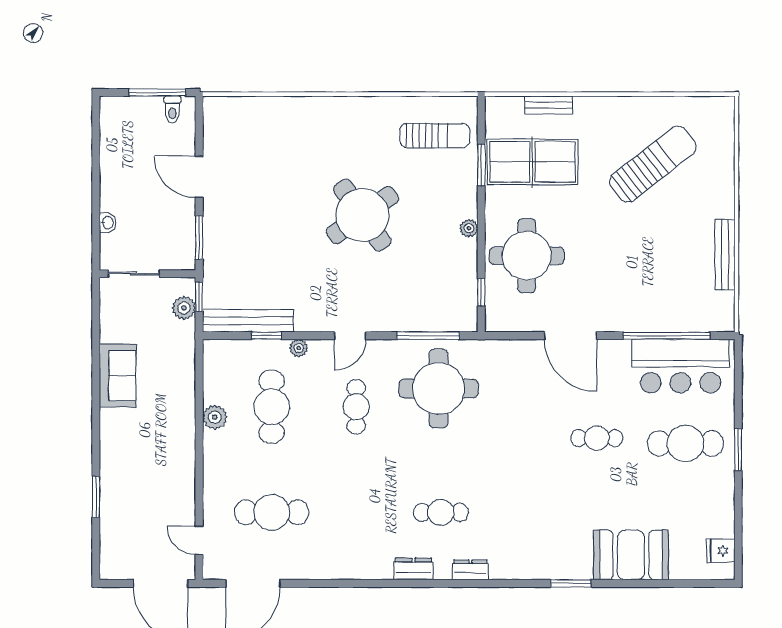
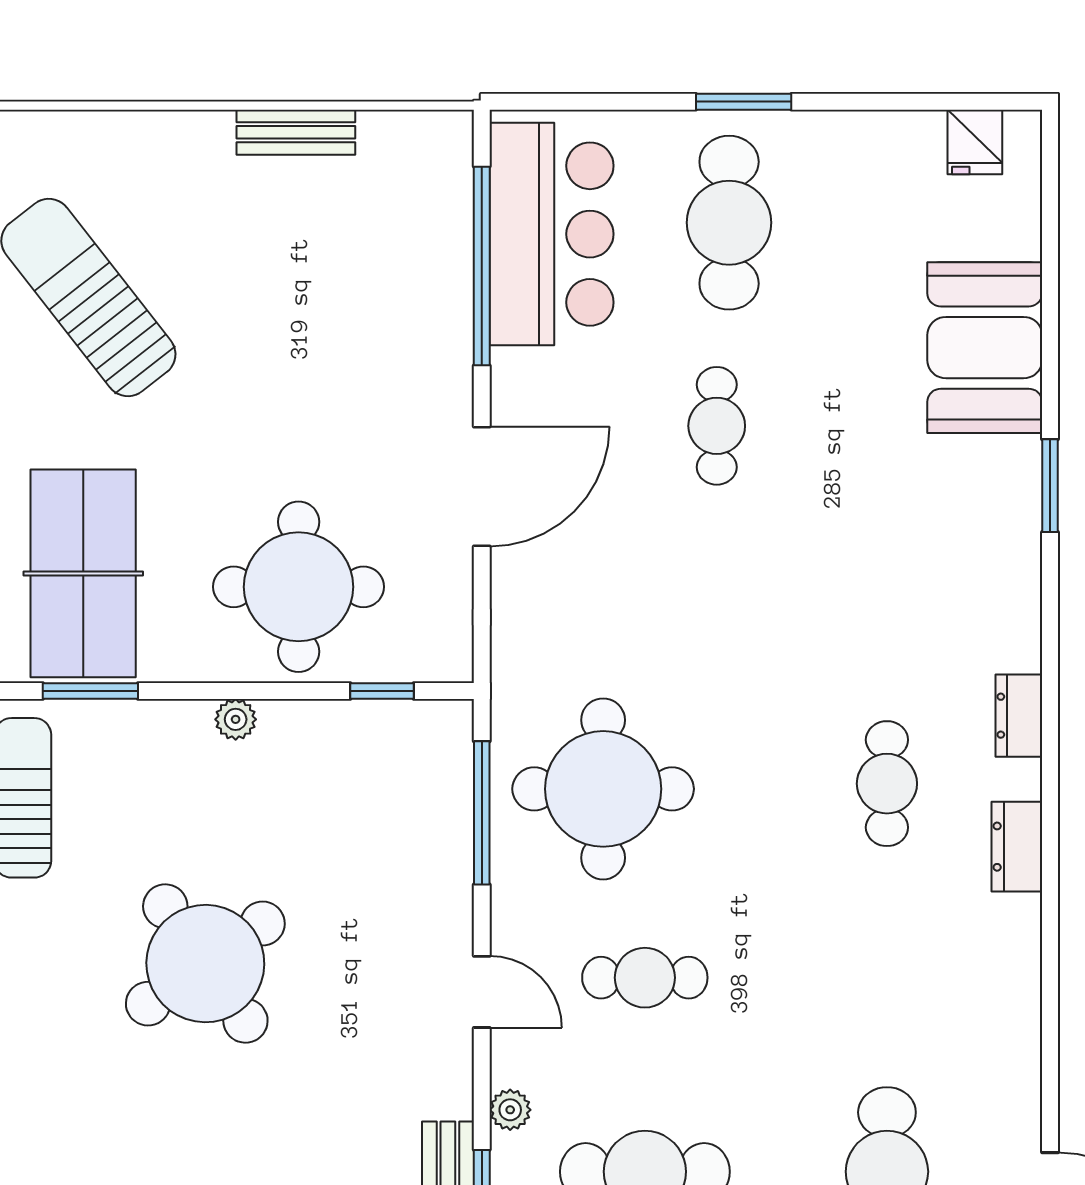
bench: (725, 255) -> (296, 132), width x0.73

